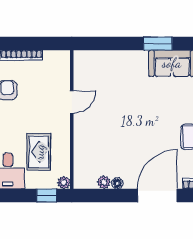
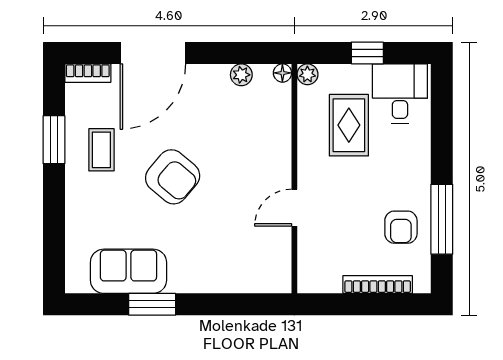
armchair: (145, 121) -> (173, 177), added
floor lamp: (117, 183) -> (282, 73), moved
window: (46, 195) -> (367, 53), moved

